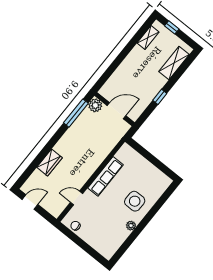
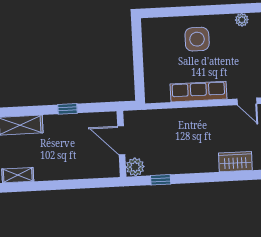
window: (76, 113) -> (161, 180), width x0.46
plant: (131, 226) -> (242, 20), moved

